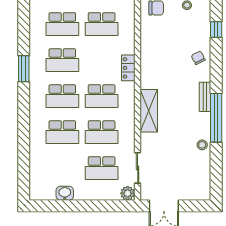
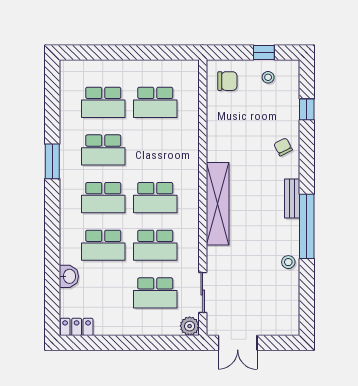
locker: (128, 68) -> (77, 327), moved, turned 90
shelving: (149, 111) -> (218, 204), width x1.47
washbasin: (65, 193) -> (69, 276), moved, turned 90

